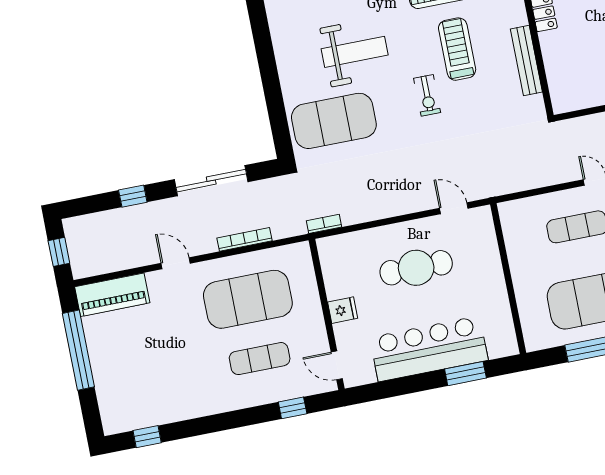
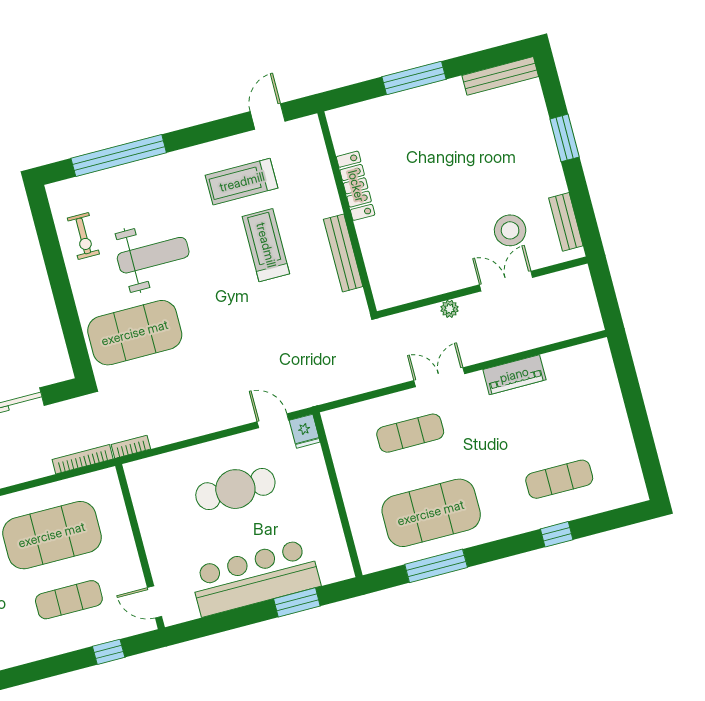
exercise bike: (427, 95) -> (83, 236), moved
bookcase: (244, 239) -> (83, 459), moved
fridge: (343, 310) -> (305, 431), moved, turned 90

